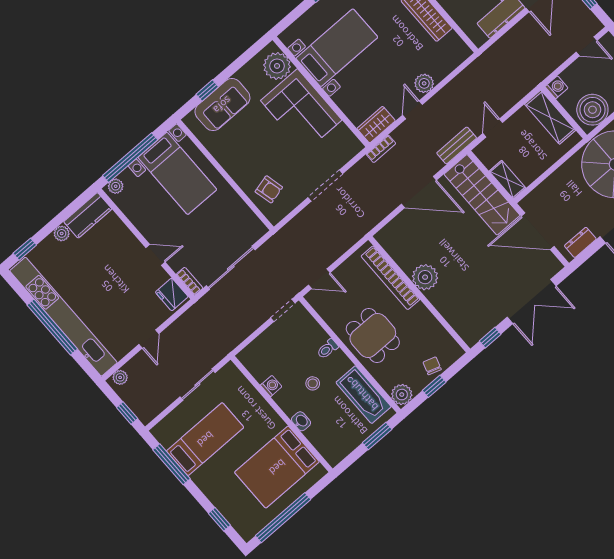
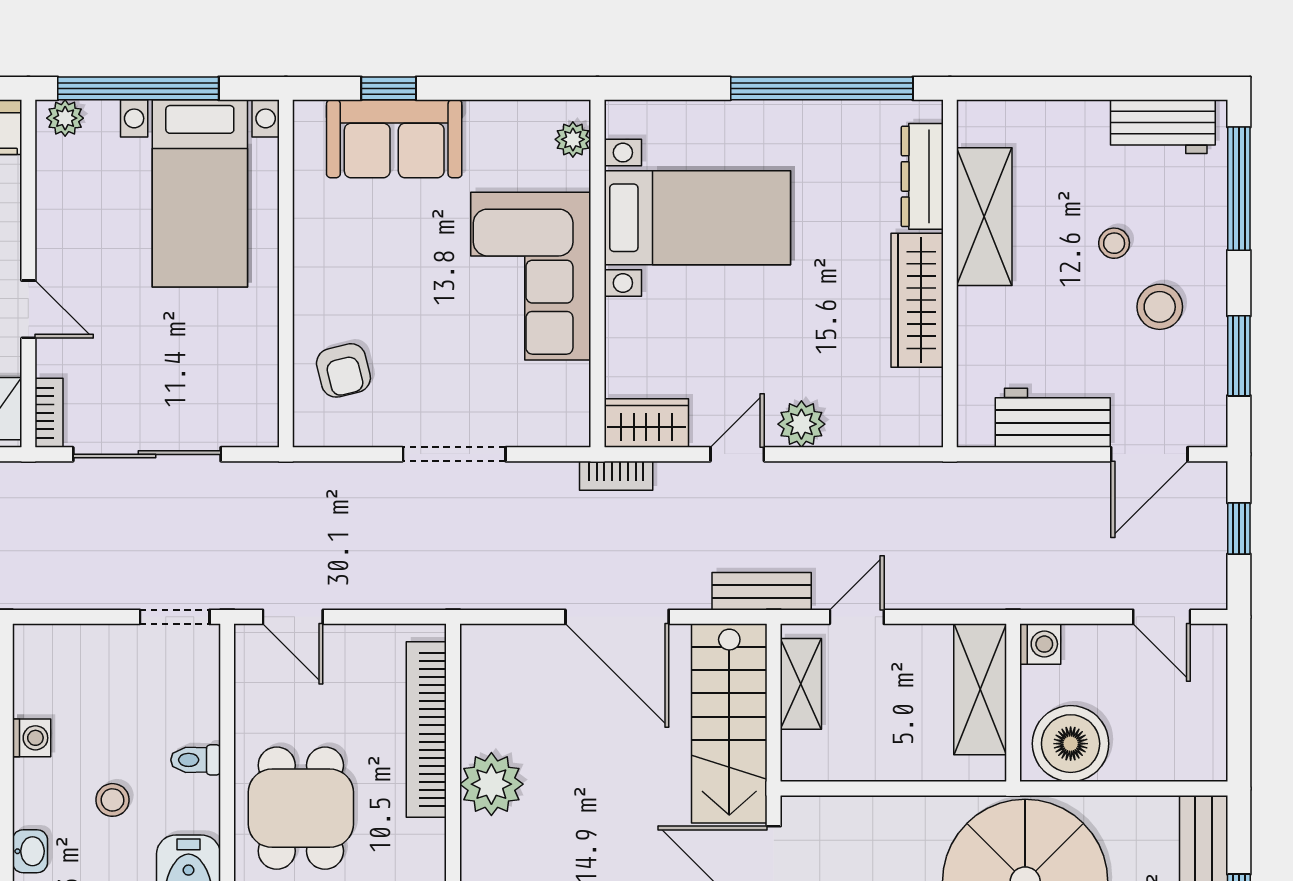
plant: (277, 66) -> (573, 139), width x0.53, depth x0.53
shelving: (508, 180) -> (801, 684), moved

